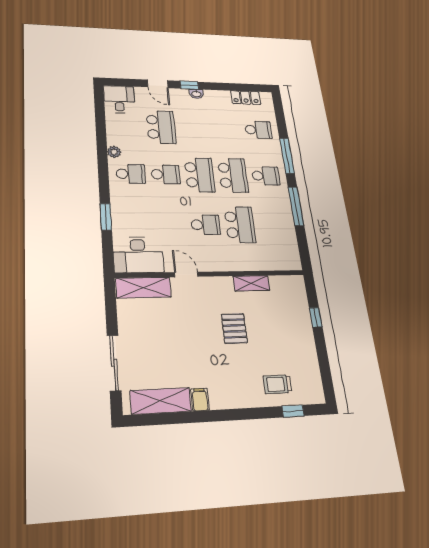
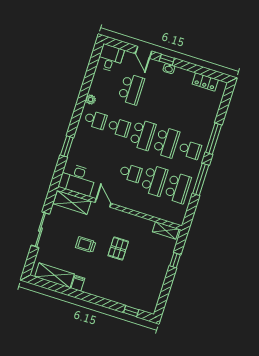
school desk: (258, 130) -> (178, 188), moved, width x1.85
shelving: (251, 283) -> (166, 230), moved
sliding door: (114, 363) -> (40, 230), moved
trolley: (277, 384) -> (86, 245), moved

